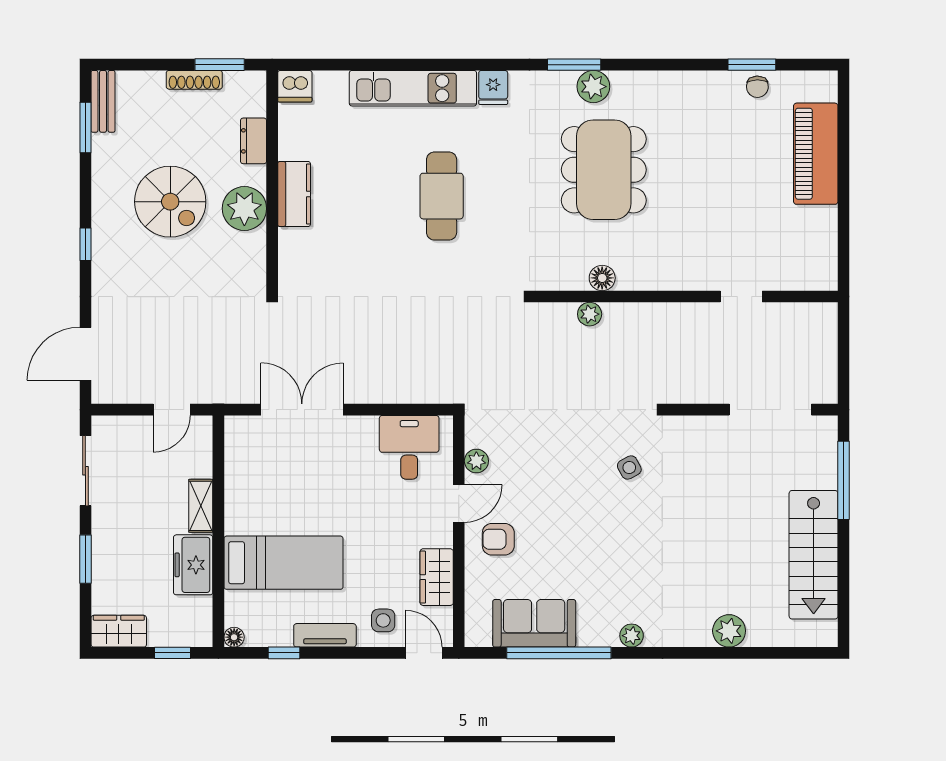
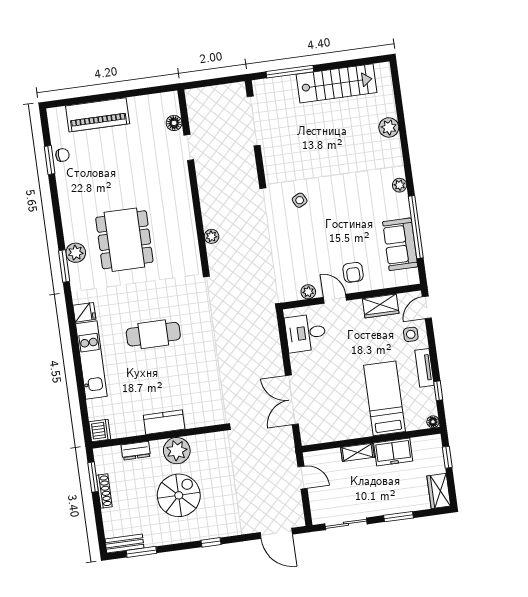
dining table: (604, 170) -> (124, 240), turned 90
floor lamp: (602, 278) -> (174, 123), moved

